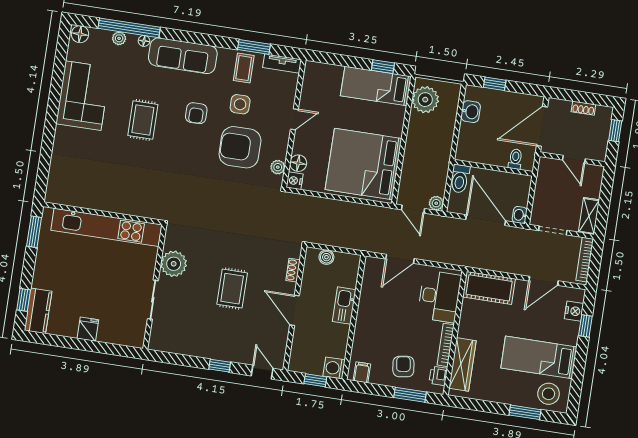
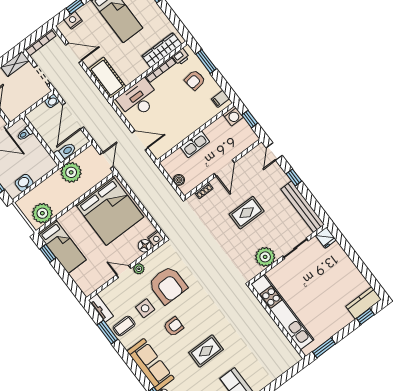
plant: (278, 167) -> (139, 269), moved
plant: (436, 203) -> (71, 172), moved, width x1.88, depth x1.88
fridge: (88, 329) -> (326, 238), moved, turned -90
bench: (184, 346) -> (303, 207), added

